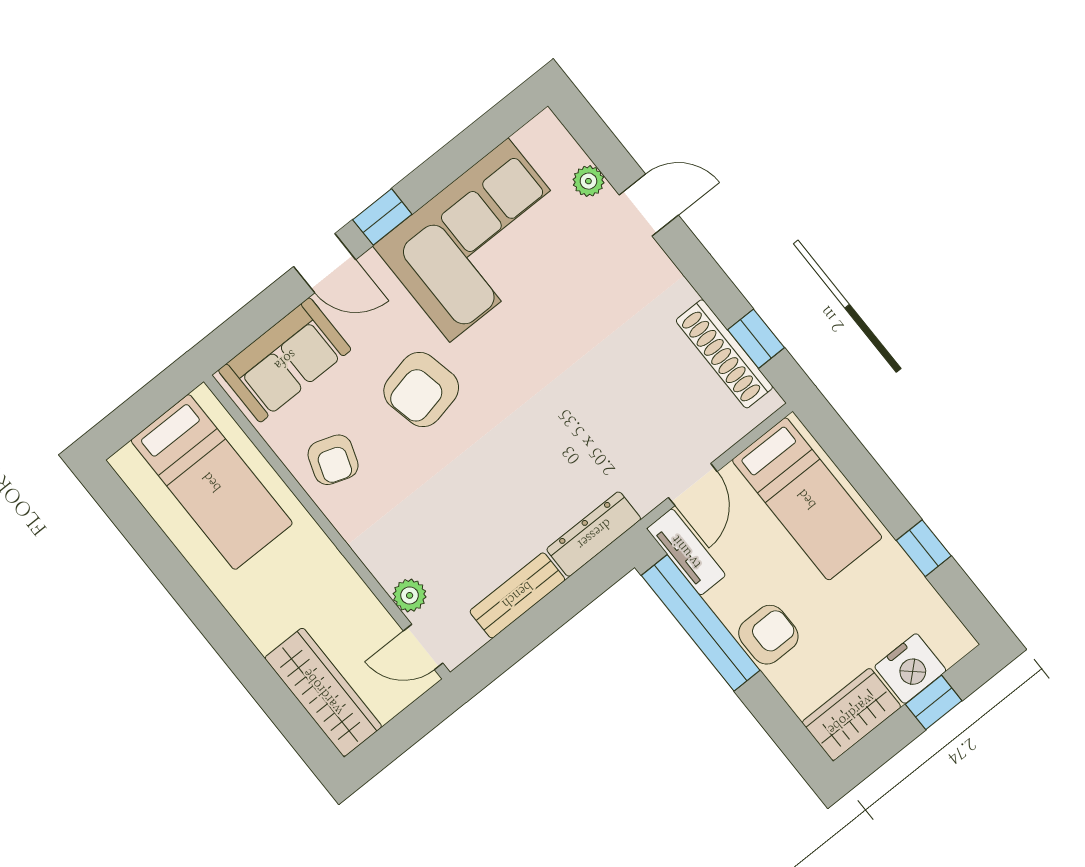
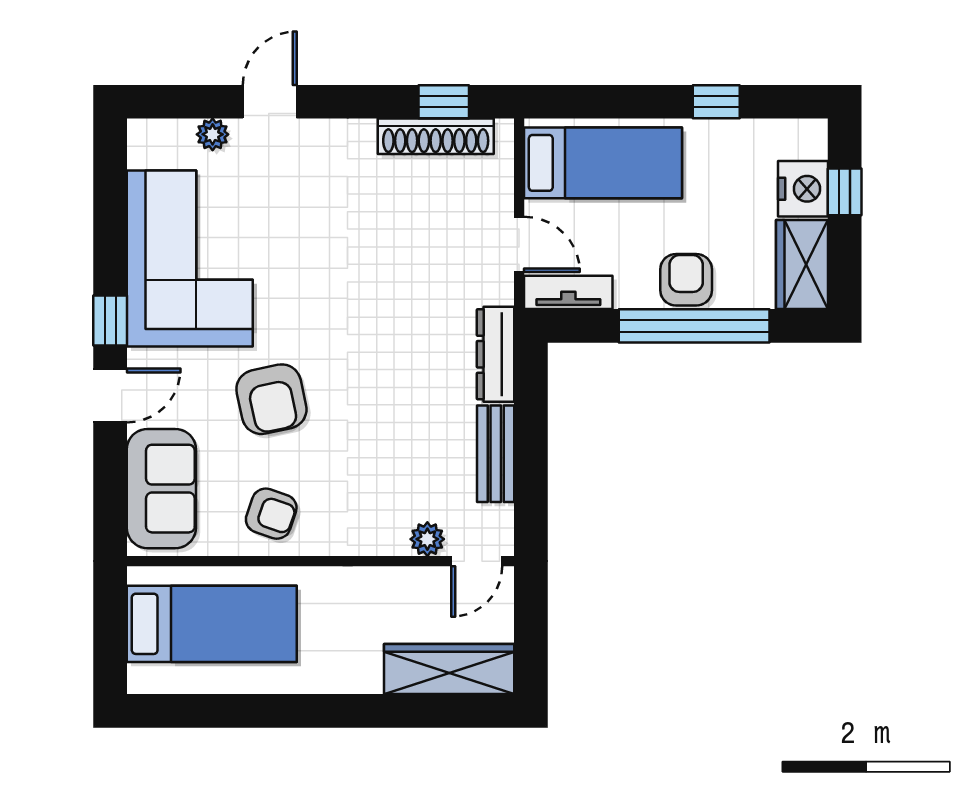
window: (701, 623) -> (694, 326), moved

